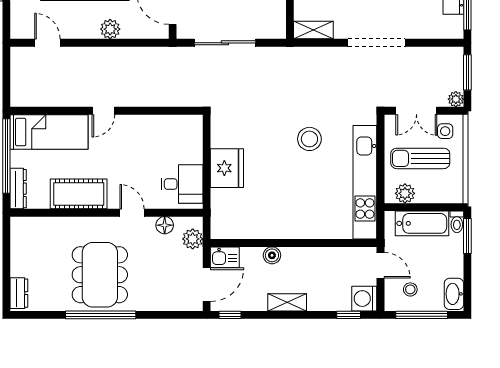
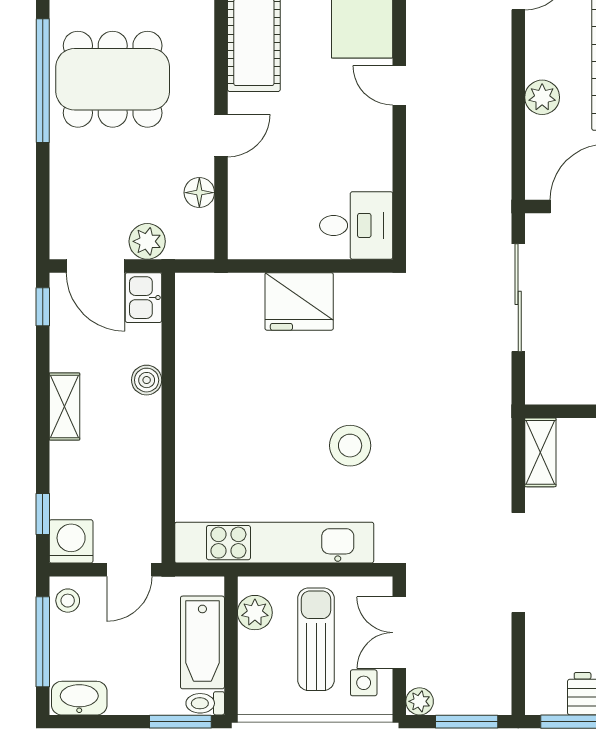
desk: (182, 184) -> (356, 225), moved, turned -90
plant: (193, 239) -> (147, 241), moved
stool: (410, 289) -> (68, 601), moved

